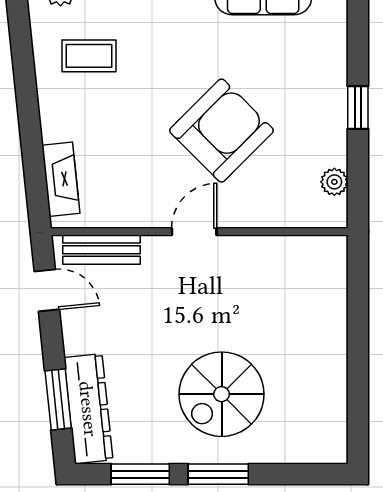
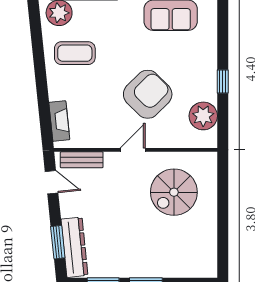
coffee table: (89, 56) -> (75, 53), width x1.36, depth x1.30
plant: (334, 182) -> (203, 116), width x1.88, depth x1.88
spiral stairs: (222, 394) -> (174, 192), moved

